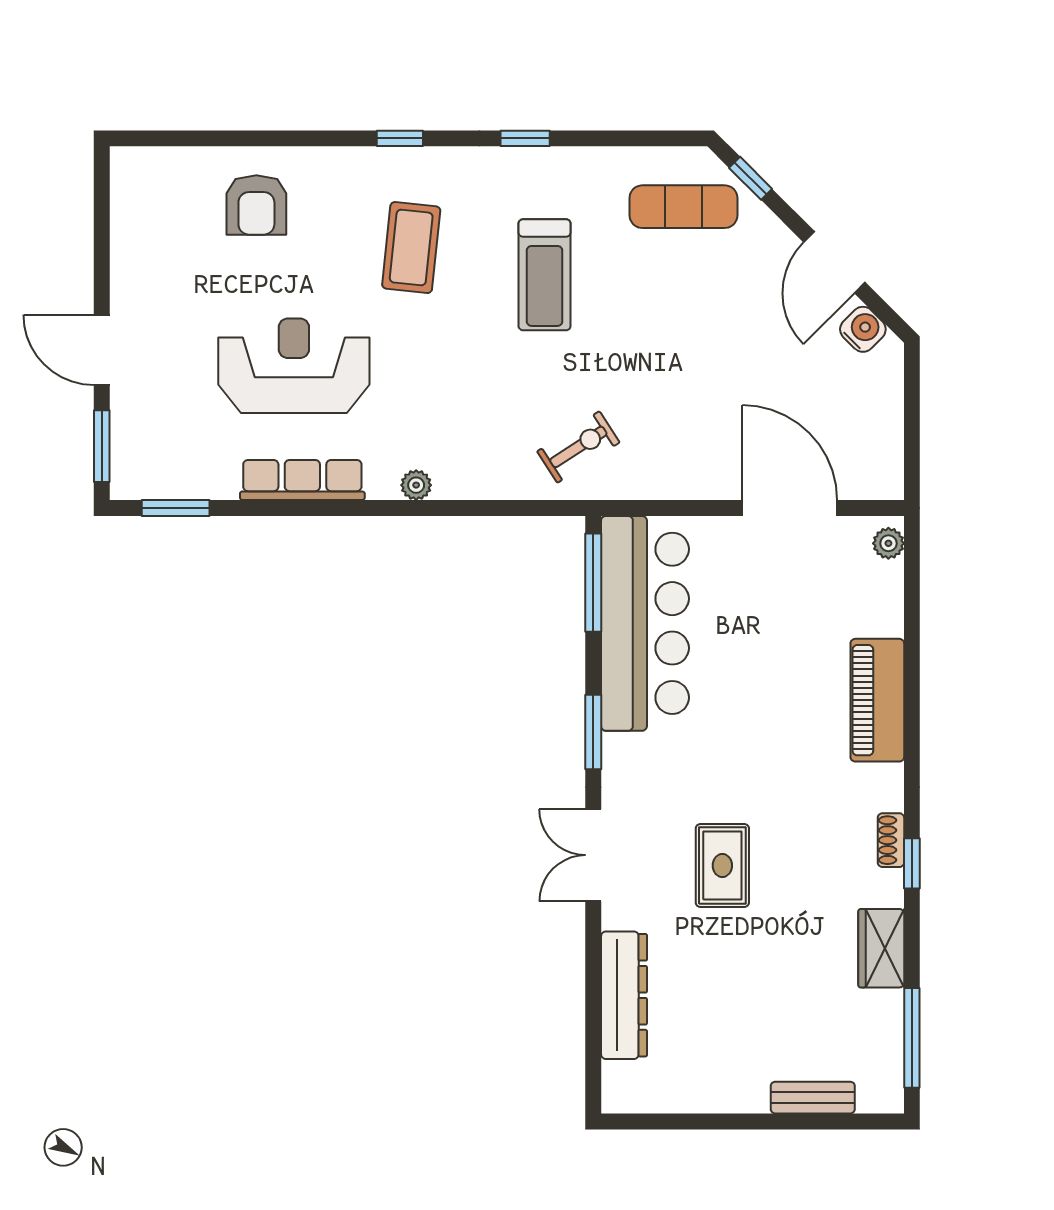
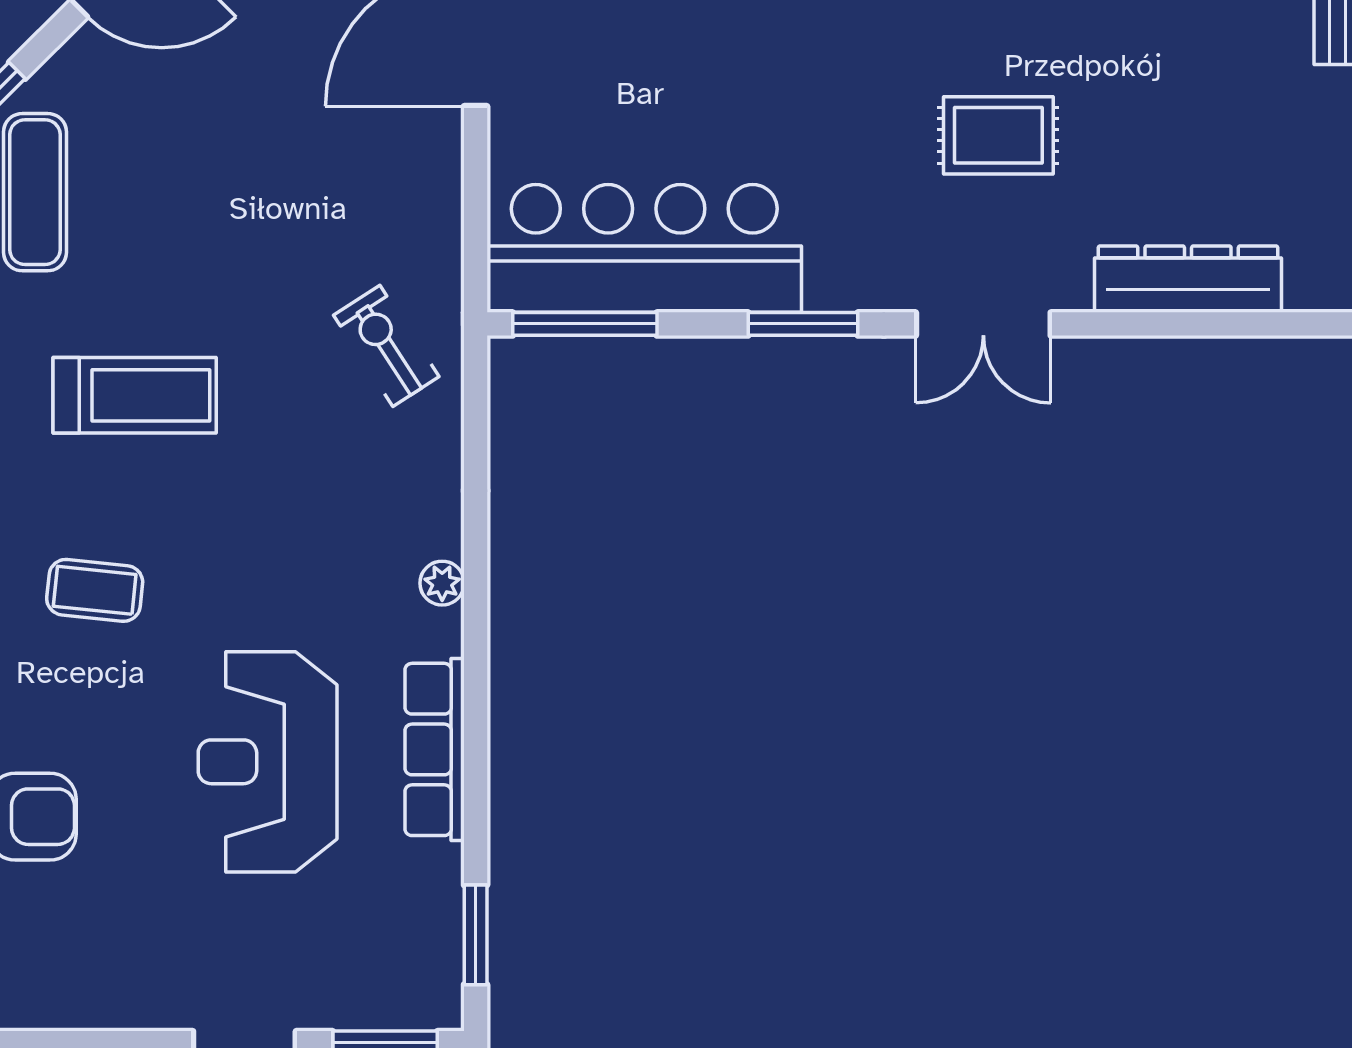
coffee table: (411, 248) -> (95, 590), width x0.73, depth x0.77

